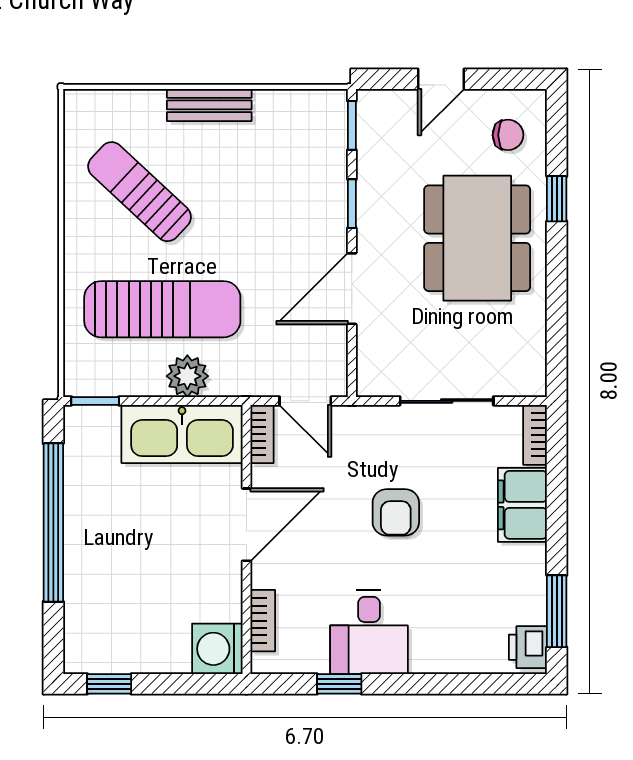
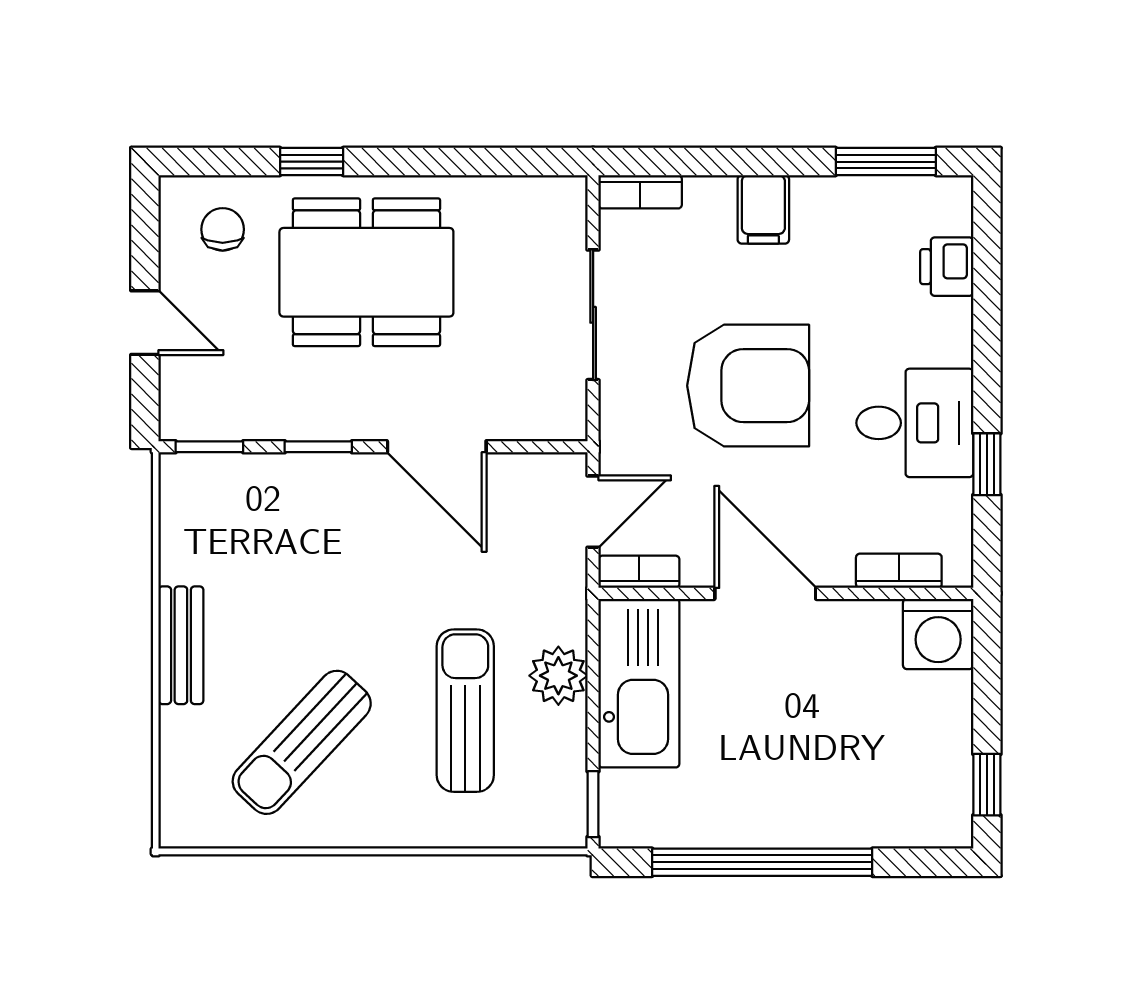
sun lounger: (162, 309) -> (465, 711), width x0.73, depth x0.75
filing cabinet: (522, 505) -> (763, 209), width x0.50
armchair: (396, 512) -> (748, 386), width x1.88, depth x1.88
printer: (528, 647) -> (947, 267), moved, turned 90

